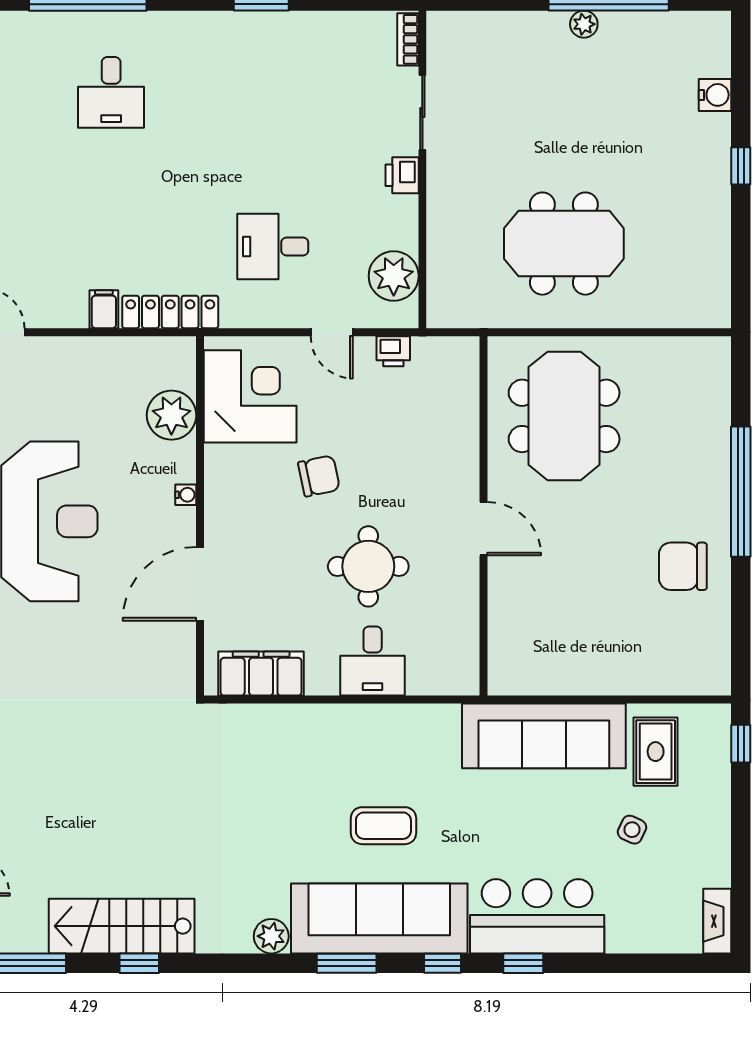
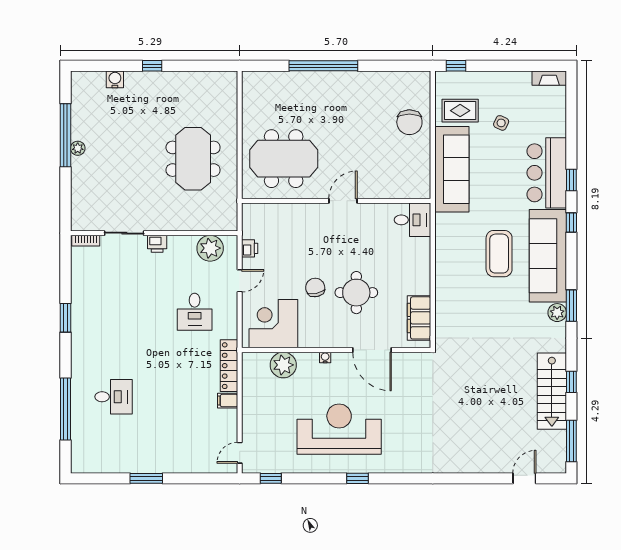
round table: (368, 566) -> (356, 293), moved
chair: (683, 566) -> (409, 122), moved
desk: (373, 661) -> (413, 220), moved
coffee table: (383, 826) -> (499, 254), width x1.36, depth x1.32
window: (347, 963) -> (571, 306), moved

